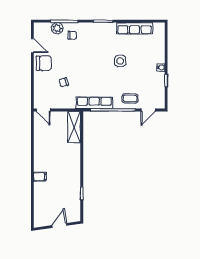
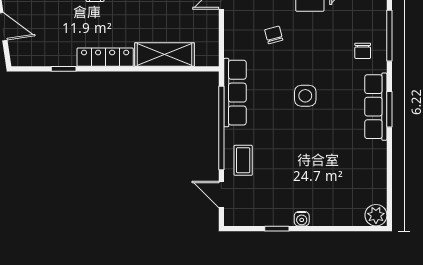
plant: (57, 28) -> (376, 215), moved
row of seats: (135, 28) -> (376, 107), moved
side table: (120, 61) -> (305, 96), moved
shelving: (74, 127) -> (164, 55), moved
locker: (76, 171) -> (105, 57), added

